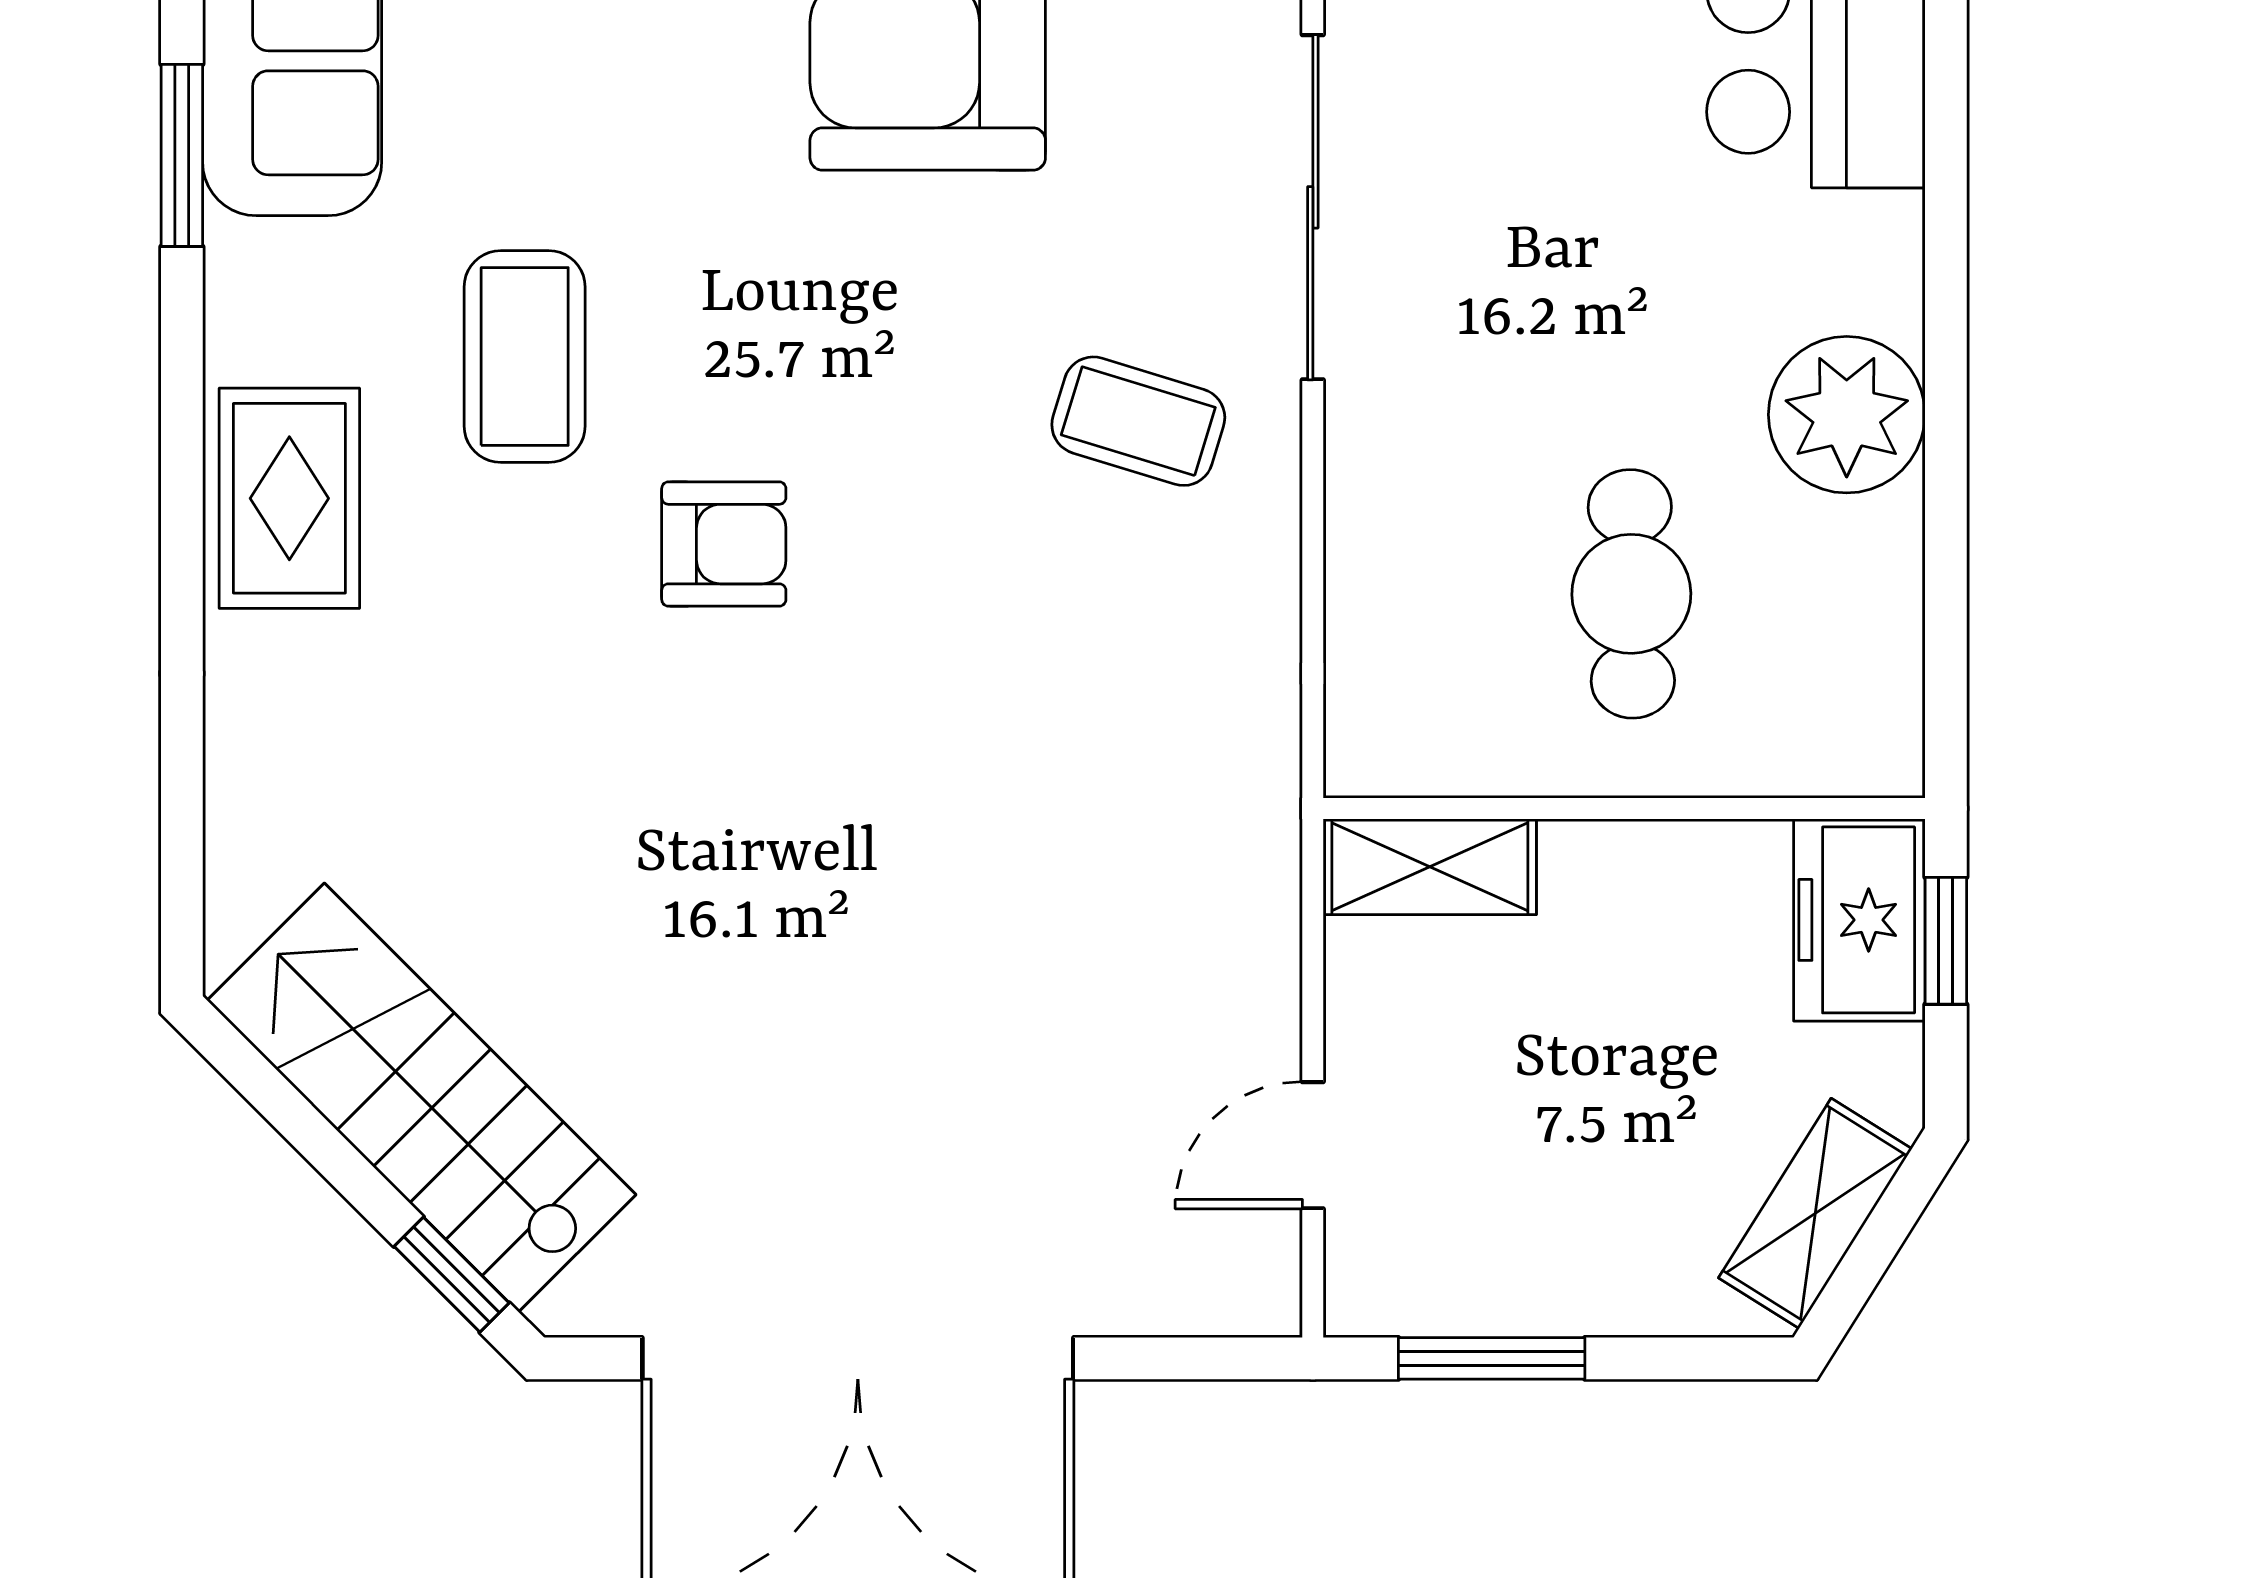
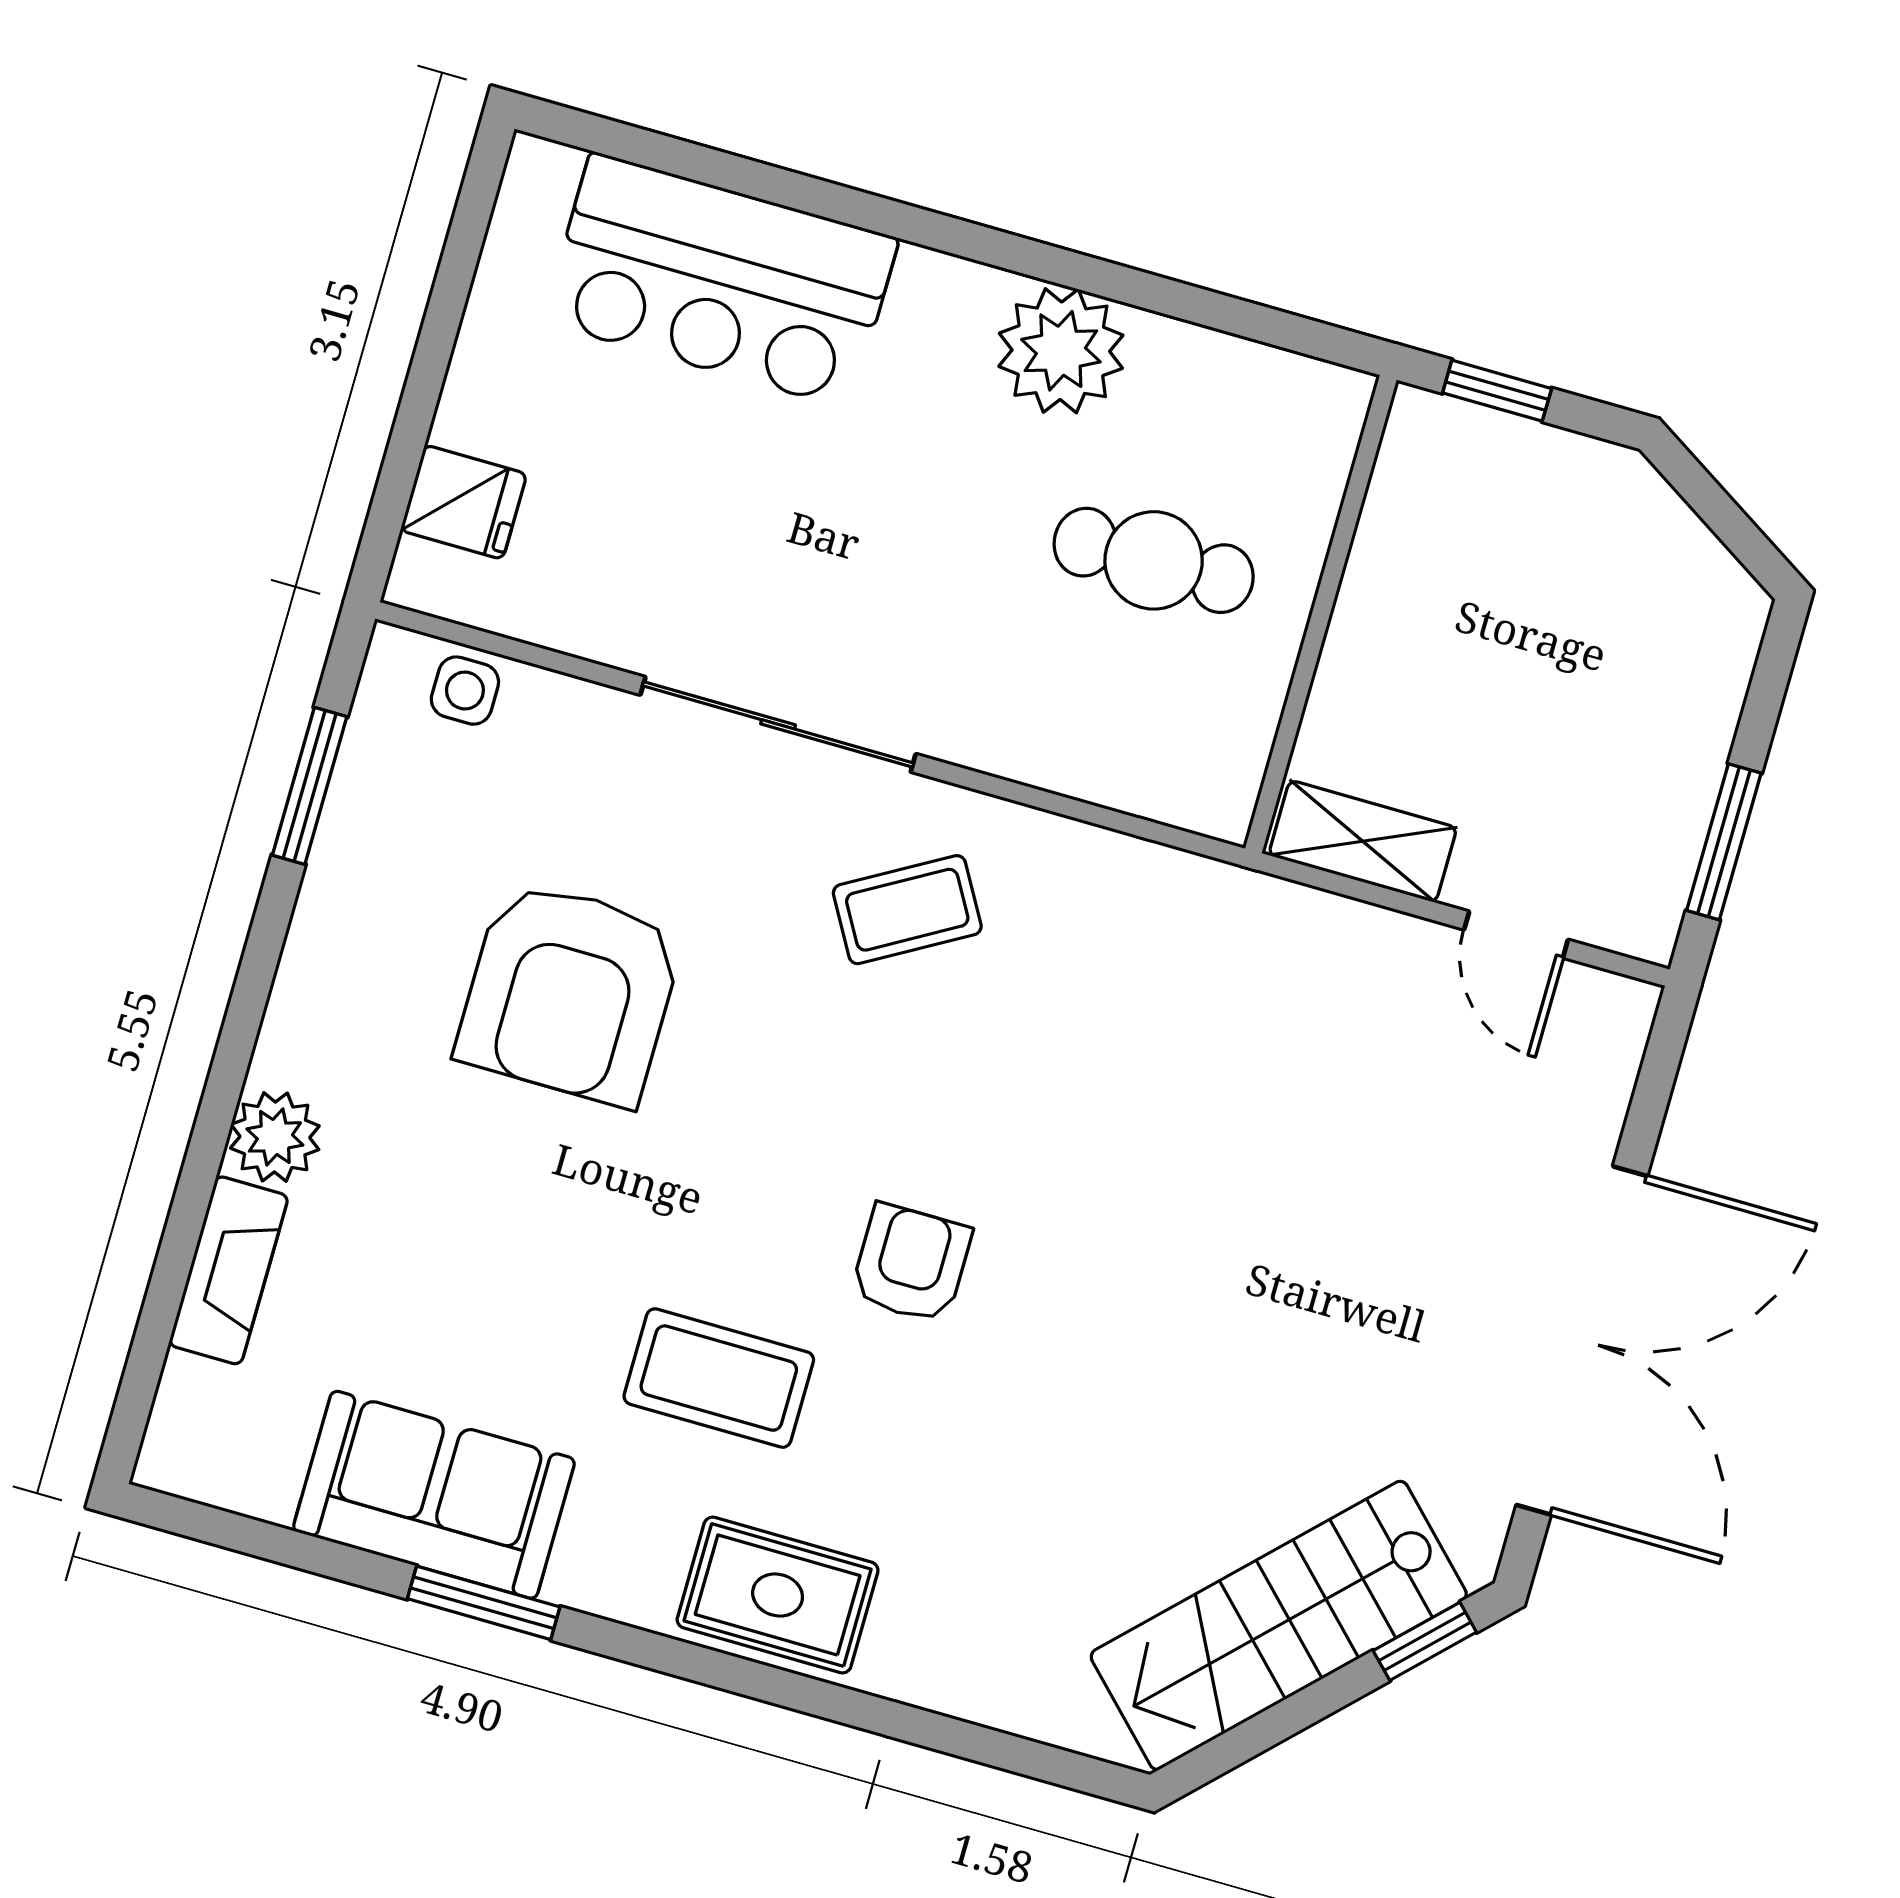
coffee table: (1138, 421) -> (907, 910), turned 43
shelving: (1430, 867) -> (1363, 841), moved, turned 90
freezer: (1859, 920) -> (1461, 454), removed
shelving: (1815, 1213) -> (1682, 555), removed

